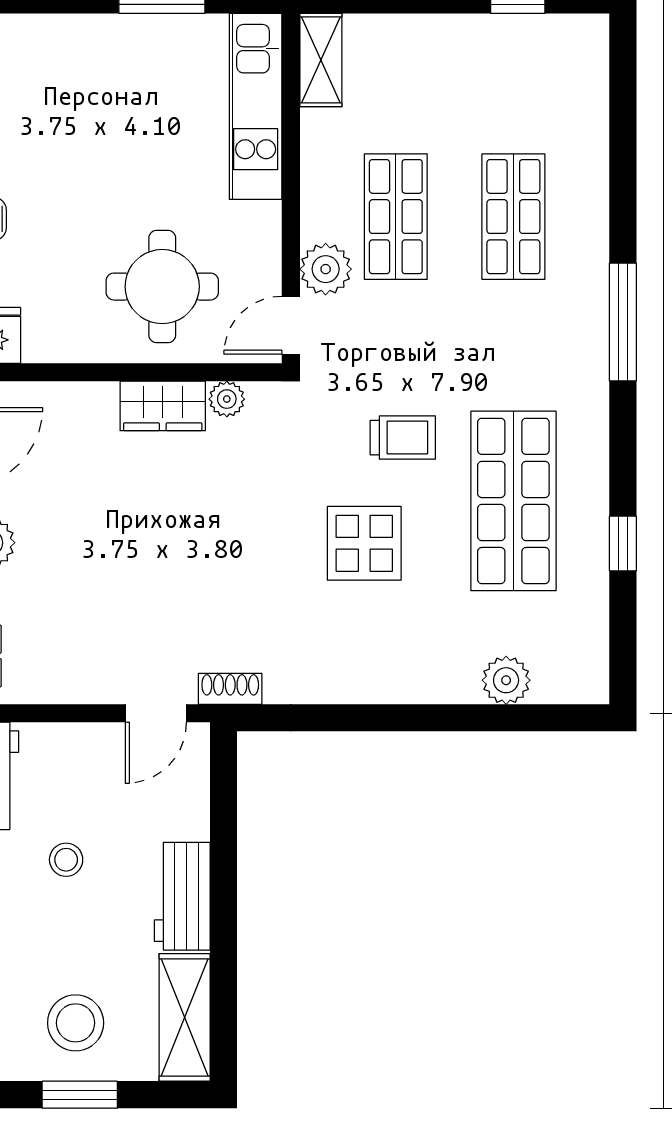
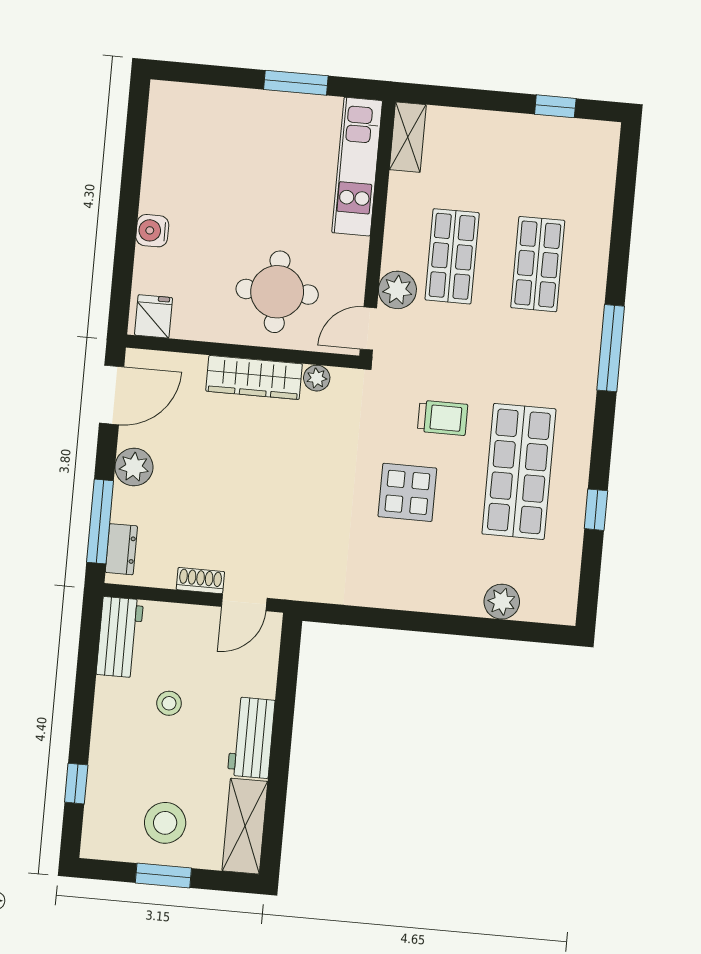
wardrobe: (163, 406) -> (254, 377), width x1.50
shoe rack: (230, 689) -> (200, 581), moved

